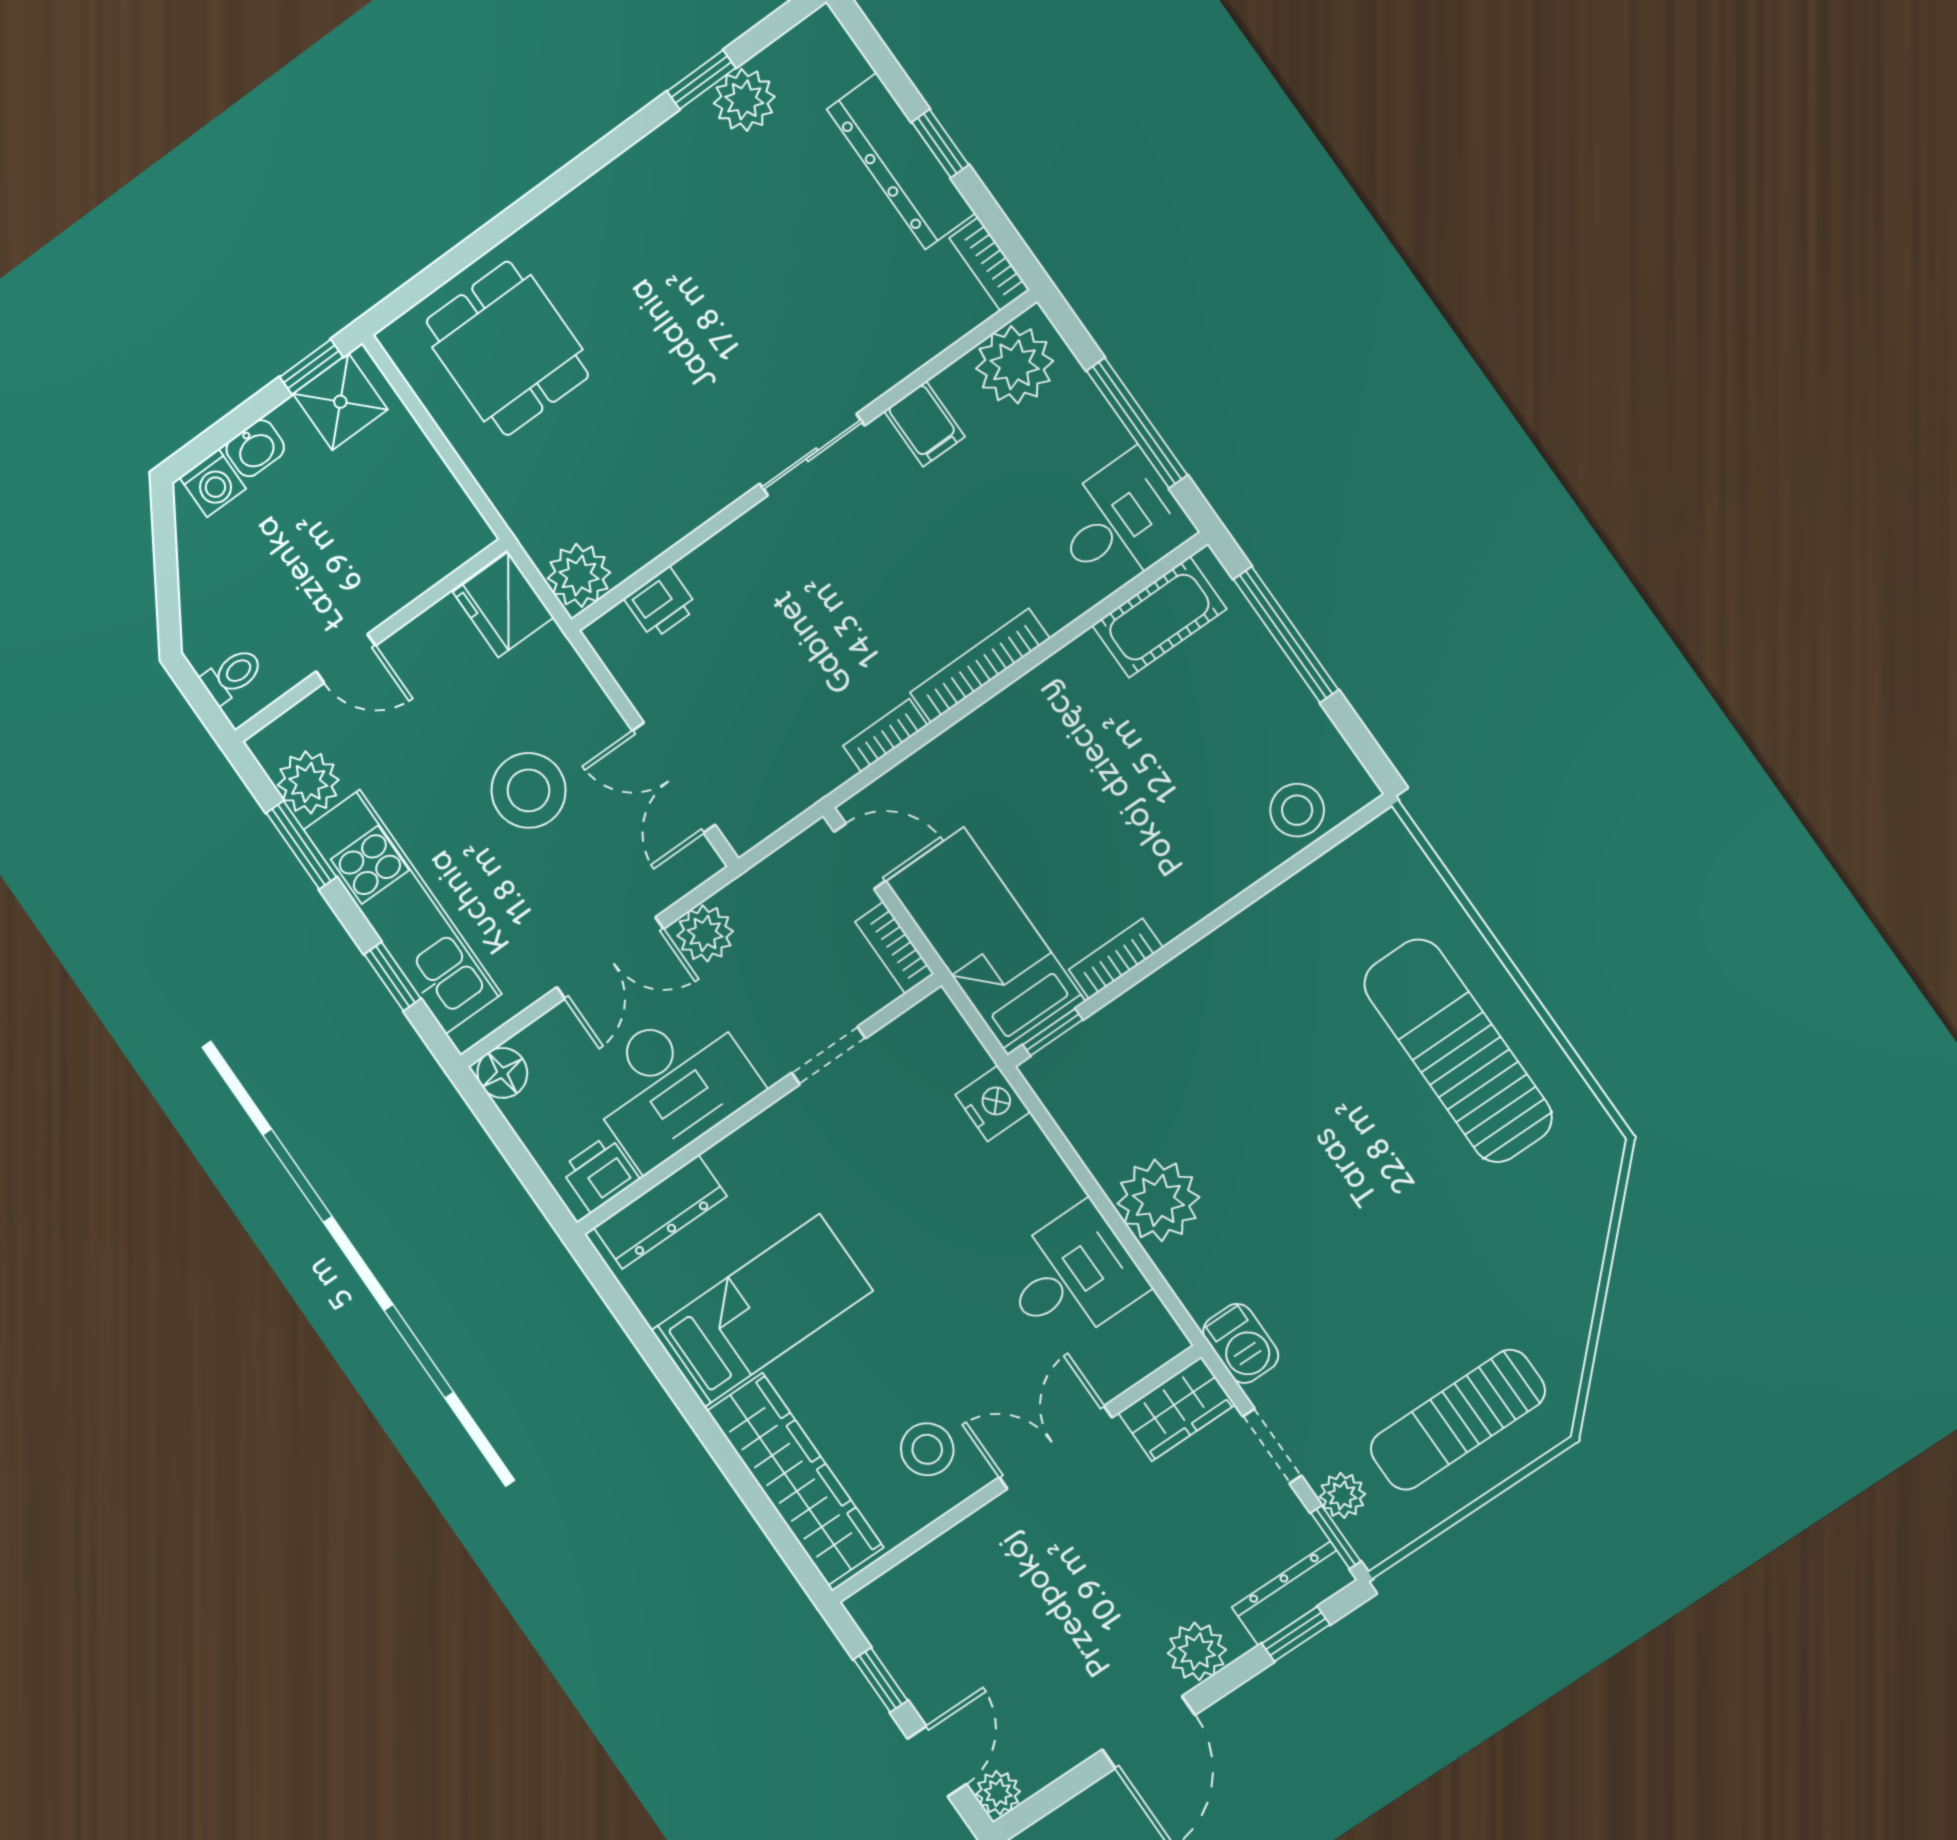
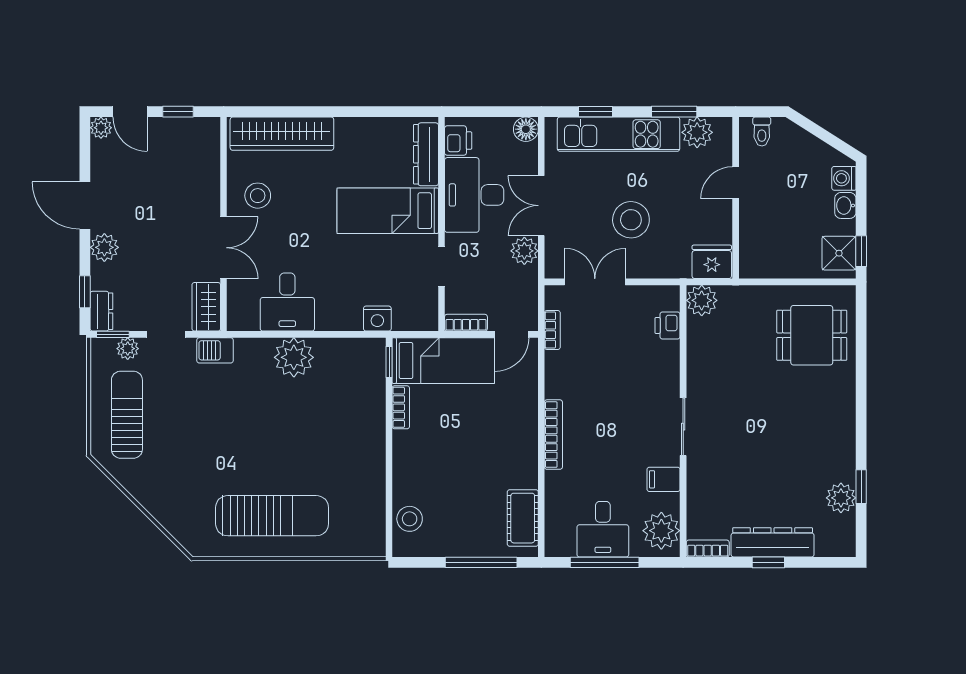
desk: (1121, 522) -> (603, 529), moved
bookcase: (885, 735) -> (552, 330), moved
bed: (762, 1311) -> (388, 211), moved, turned 90
dresser: (1294, 1593) -> (101, 311), width x0.70

